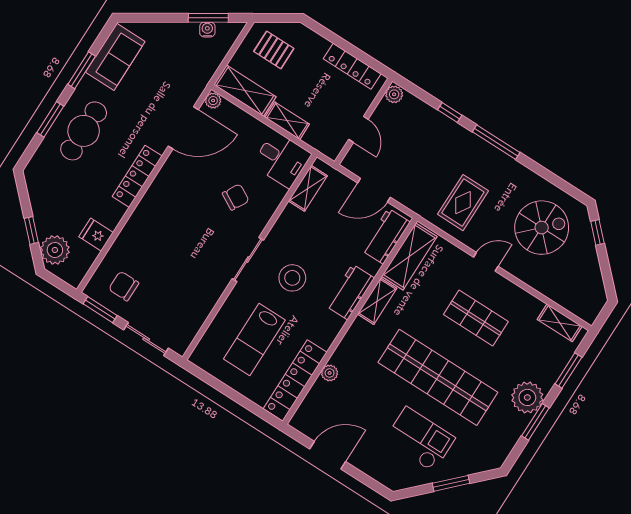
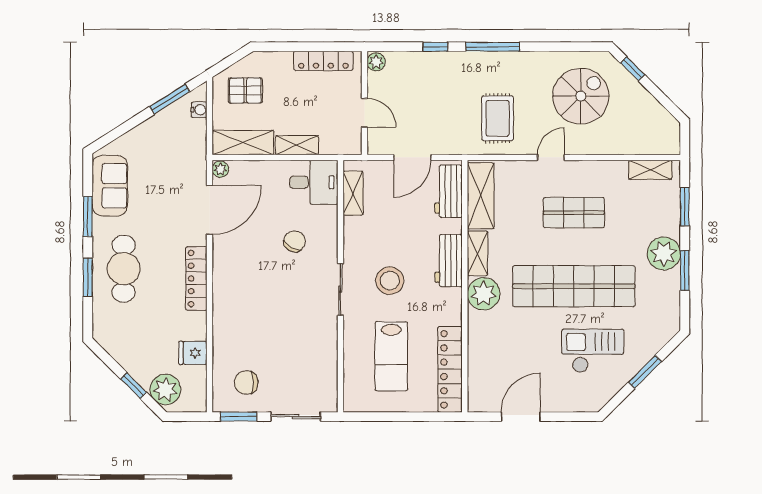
water cooler: (207, 30) -> (199, 110), moved, turned 123
plant: (330, 373) -> (484, 294), moved, width x1.87, depth x1.87

